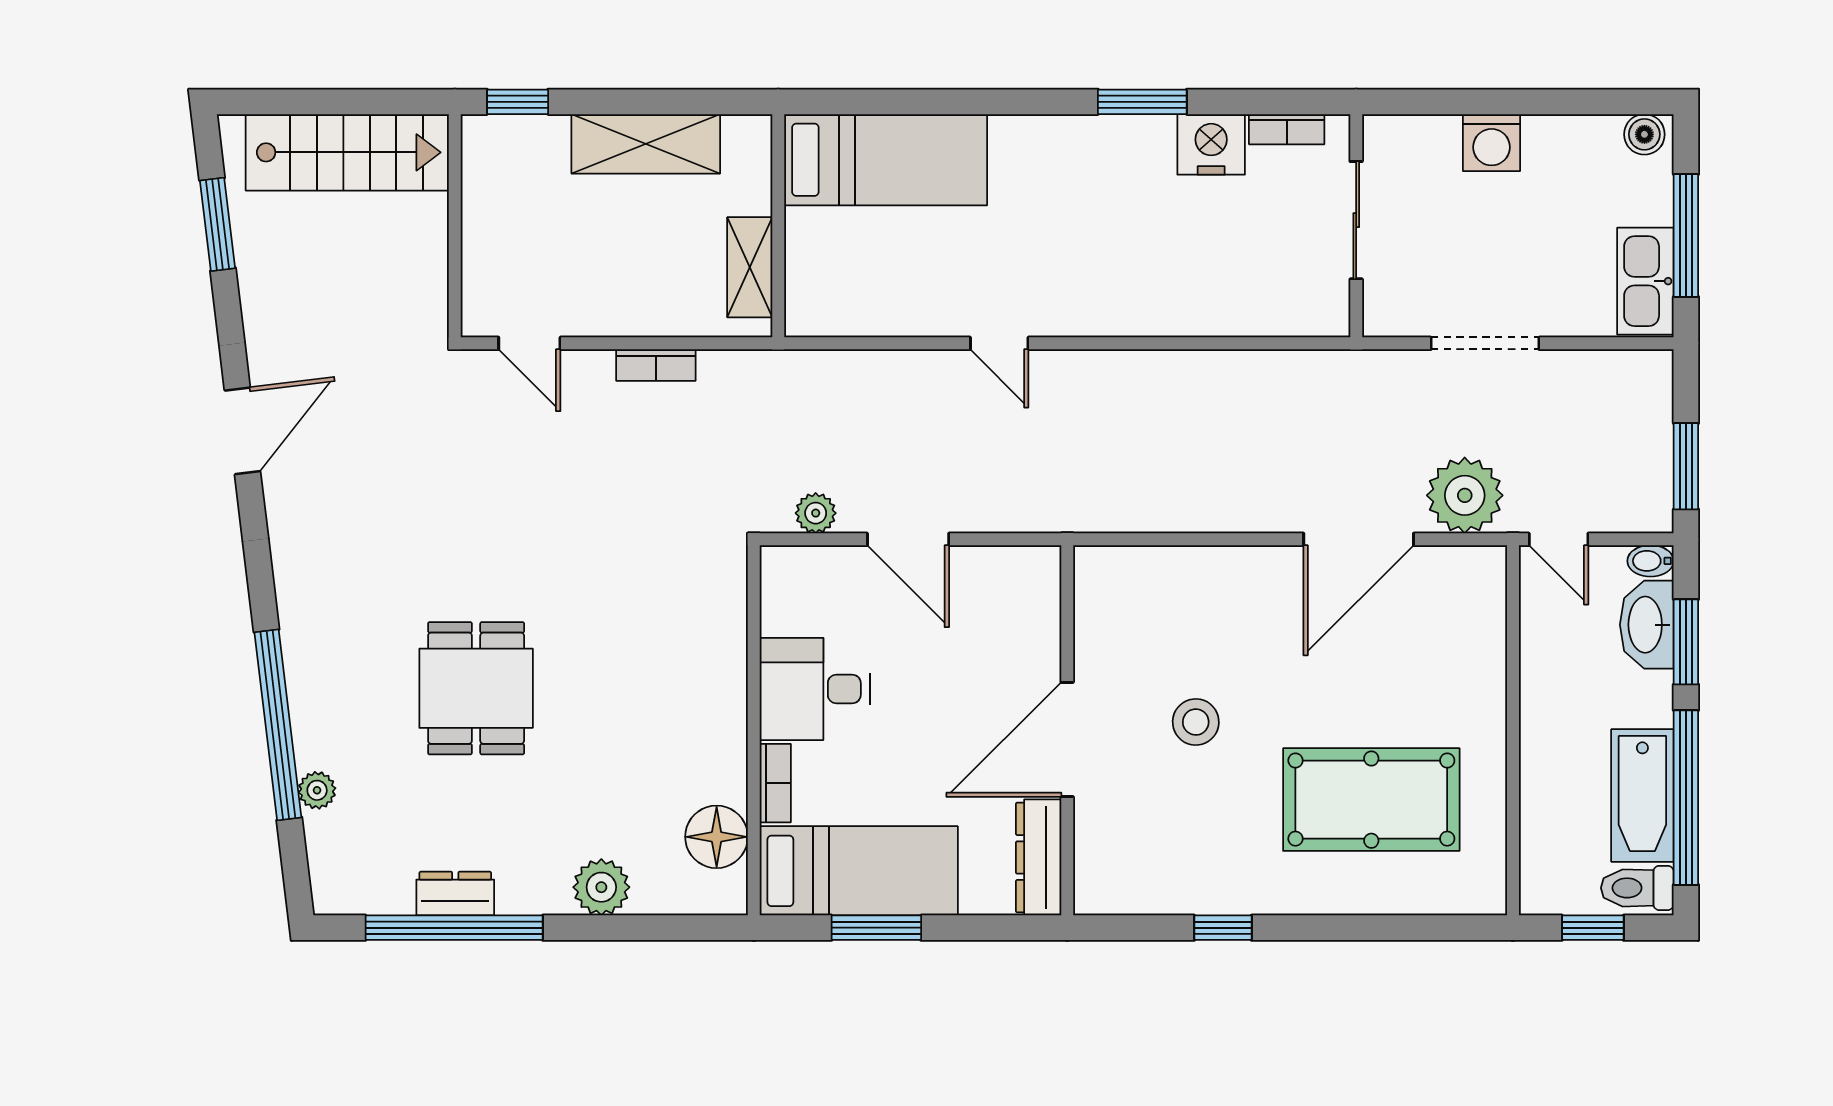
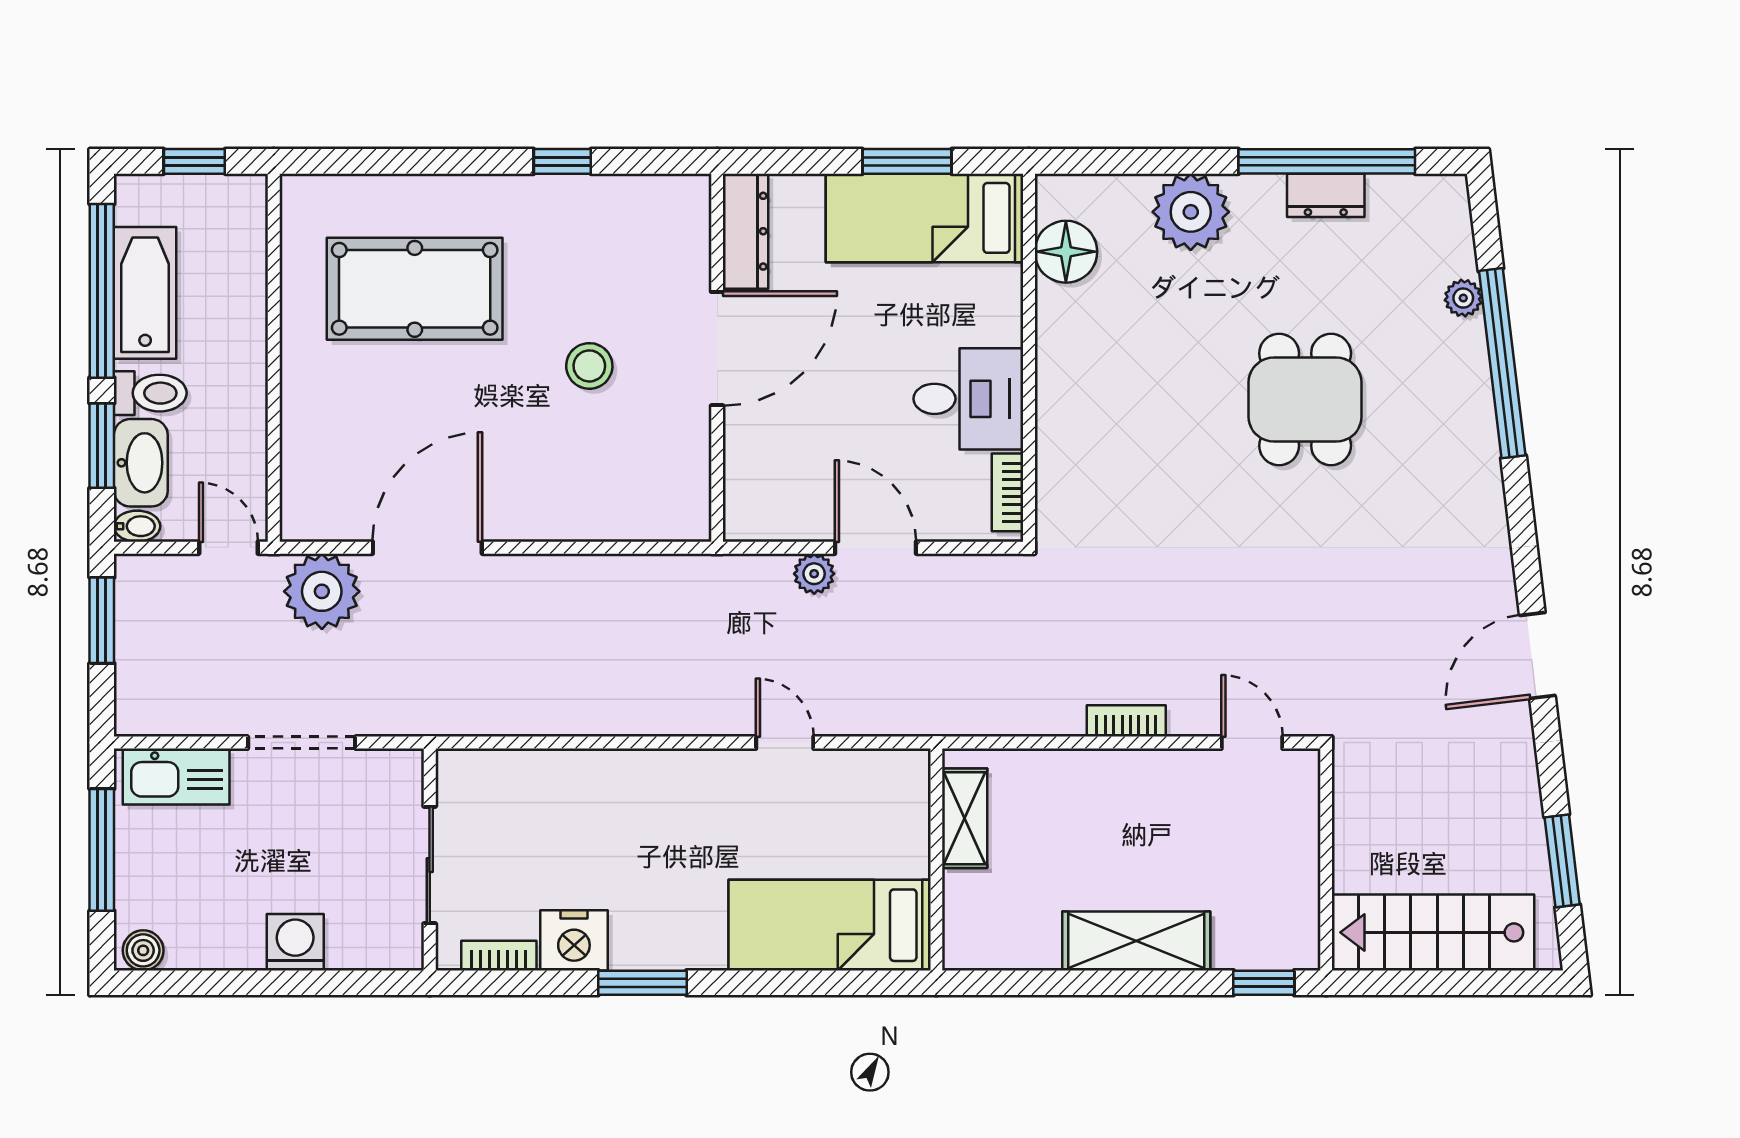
bed: (886, 160) -> (830, 925), moved
wall: (778, 226) -> (936, 860), moved
shelving: (750, 267) -> (965, 818), moved
kitchen sink: (1645, 281) -> (176, 776), moved, turned 90
plant: (816, 513) -> (814, 574), moved
bookcase: (775, 783) -> (1008, 492), moved
plant: (601, 887) -> (1191, 212), width x1.36, depth x1.36
toilet: (1637, 888) -> (150, 393), moved

